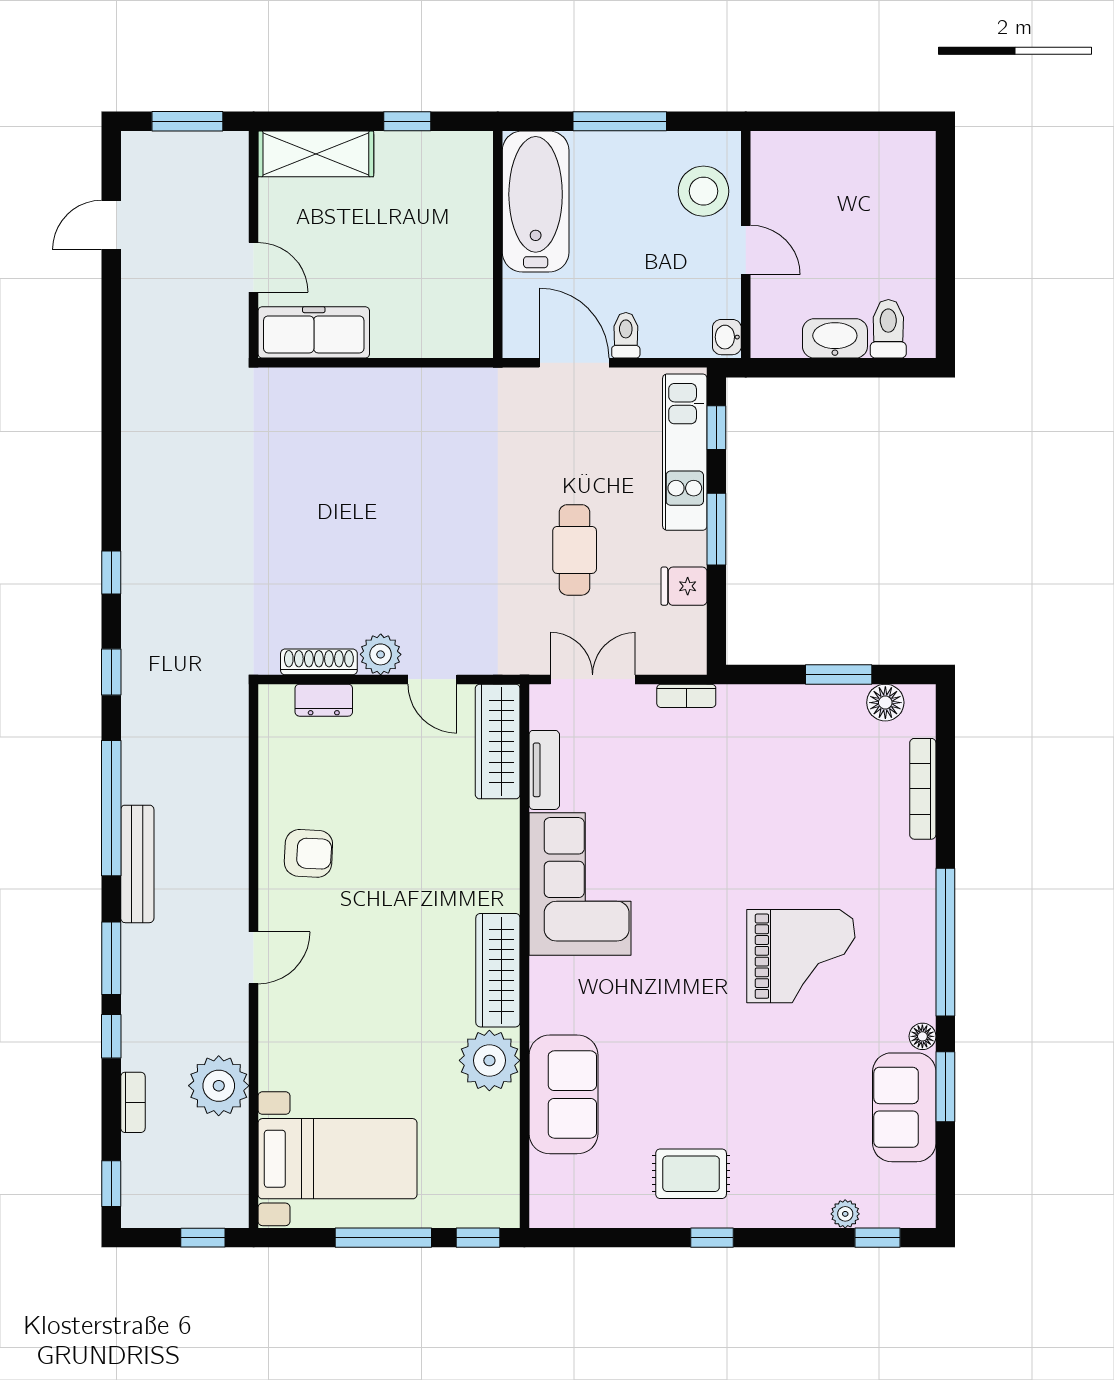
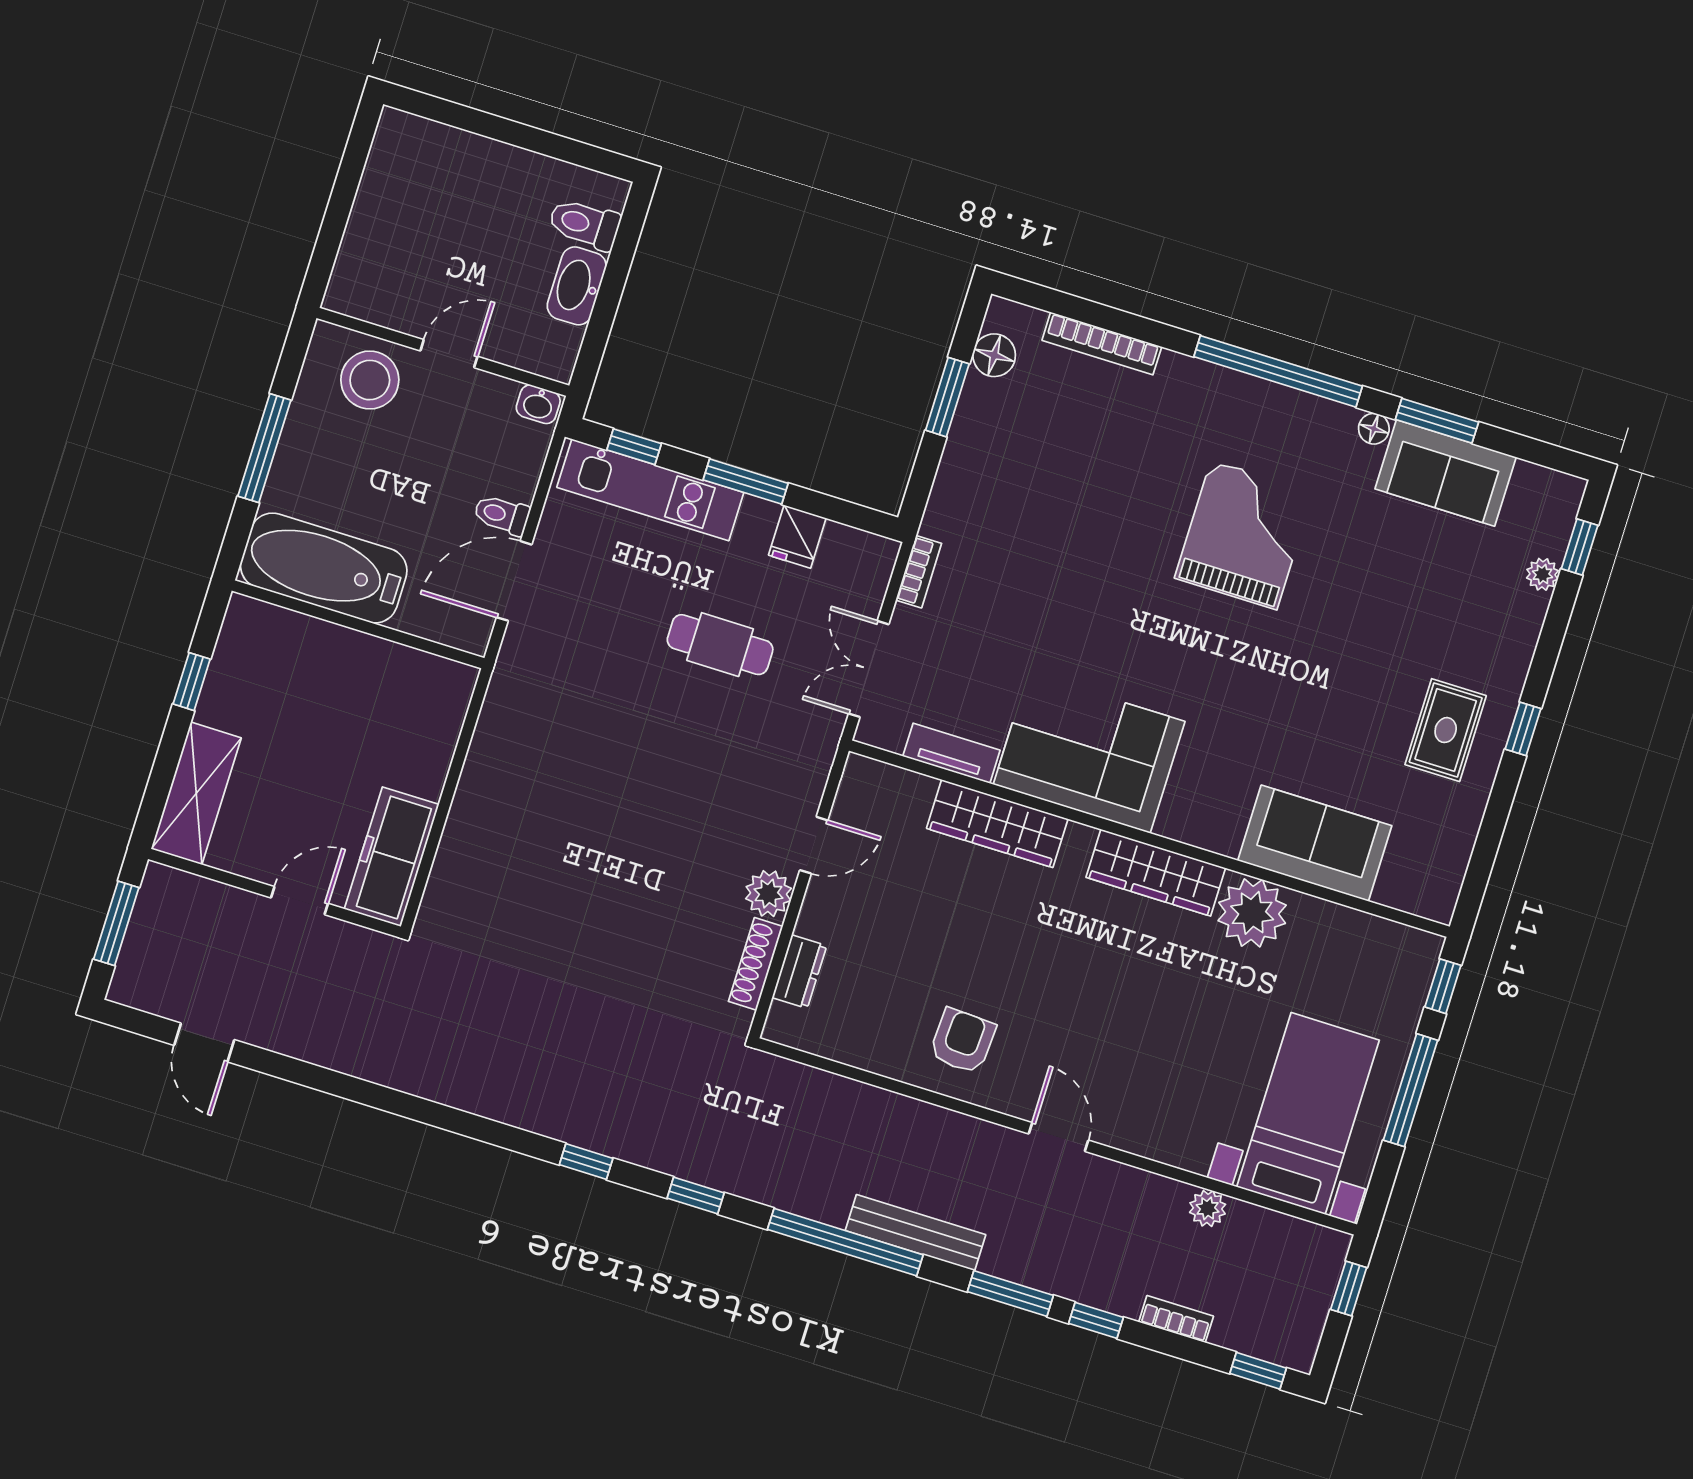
wardrobe: (498, 742) -> (997, 824), moved
plant: (219, 1086) -> (1208, 1208), width x0.53, depth x0.53

